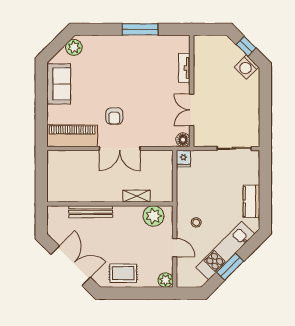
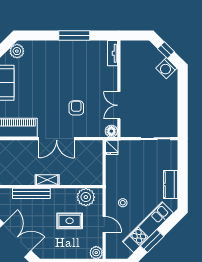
tv unit: (184, 68) -> (113, 53), moved
armchair: (114, 116) -> (76, 108), moved, turned 180
shelving: (136, 196) -> (47, 180), moved
rug: (123, 273) -> (70, 221), moved

